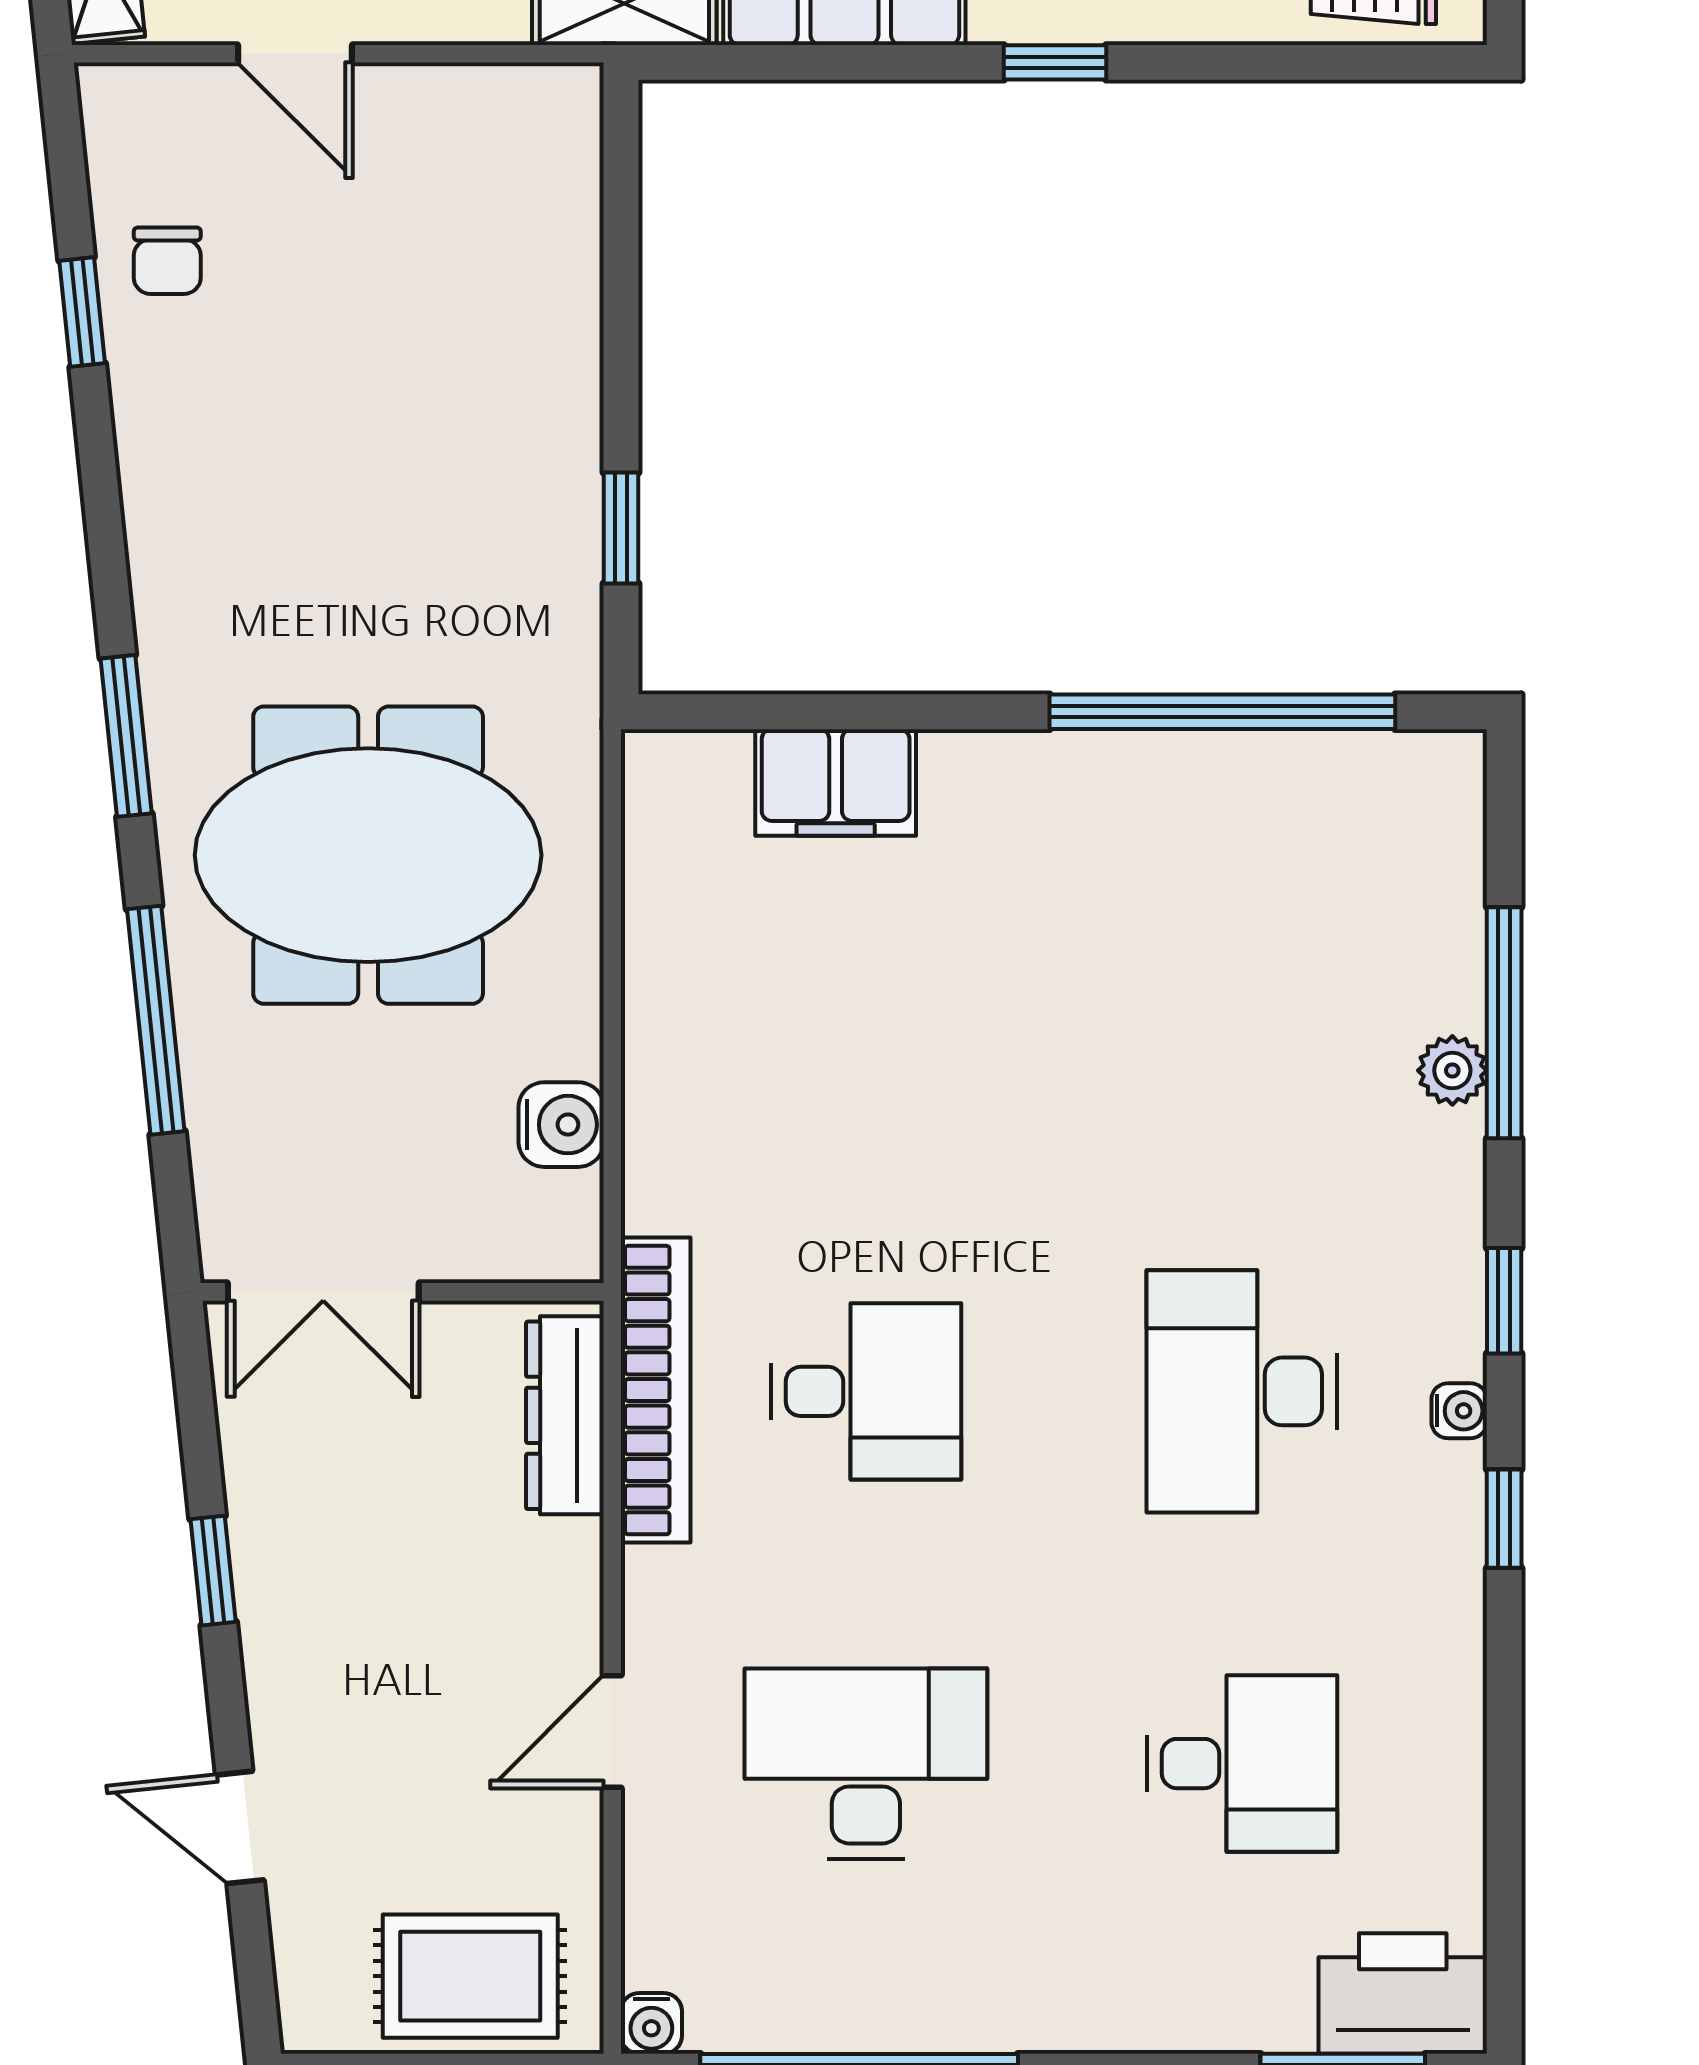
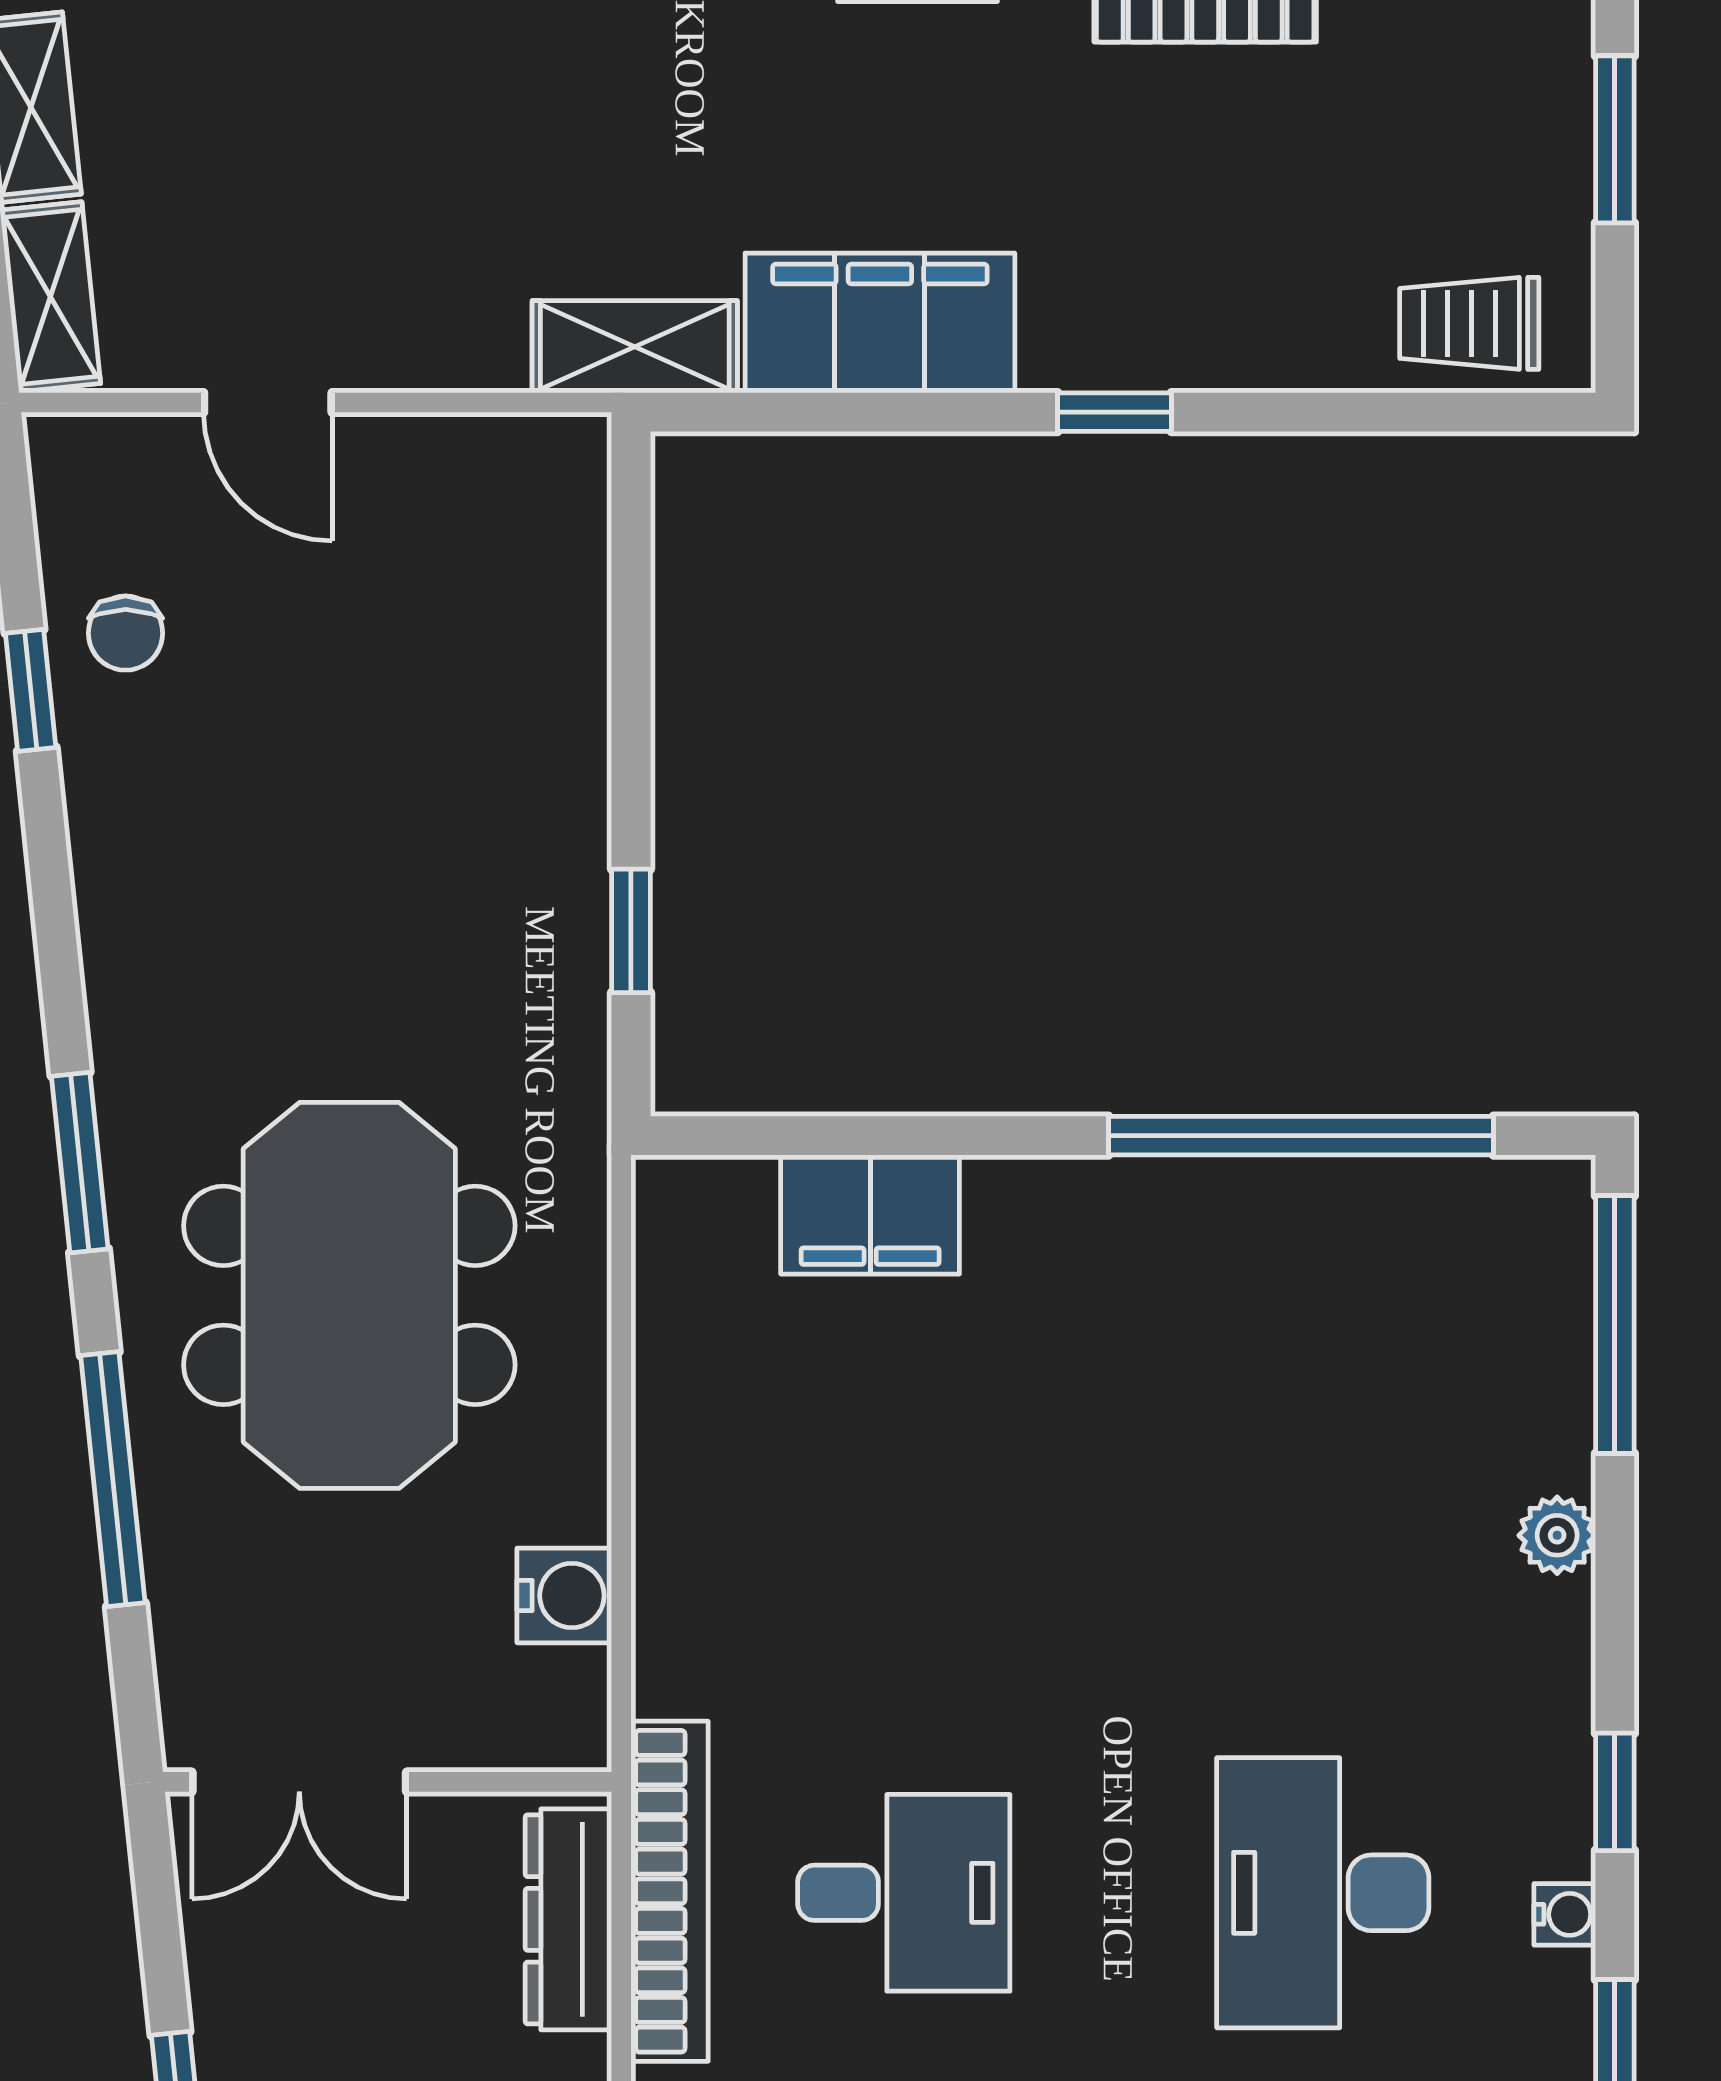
meeting table: (368, 855) -> (349, 1295), turned 90
window: (1504, 1023) -> (1615, 1325), moved

